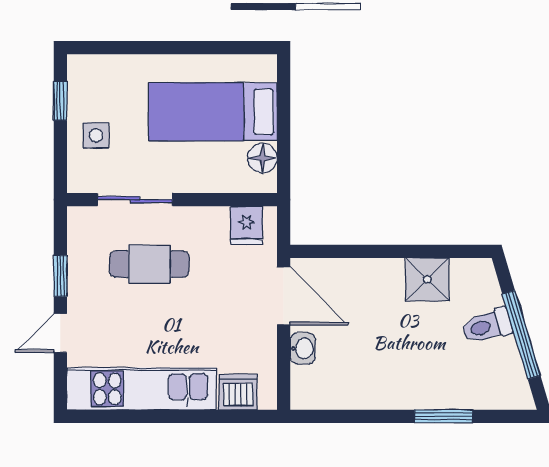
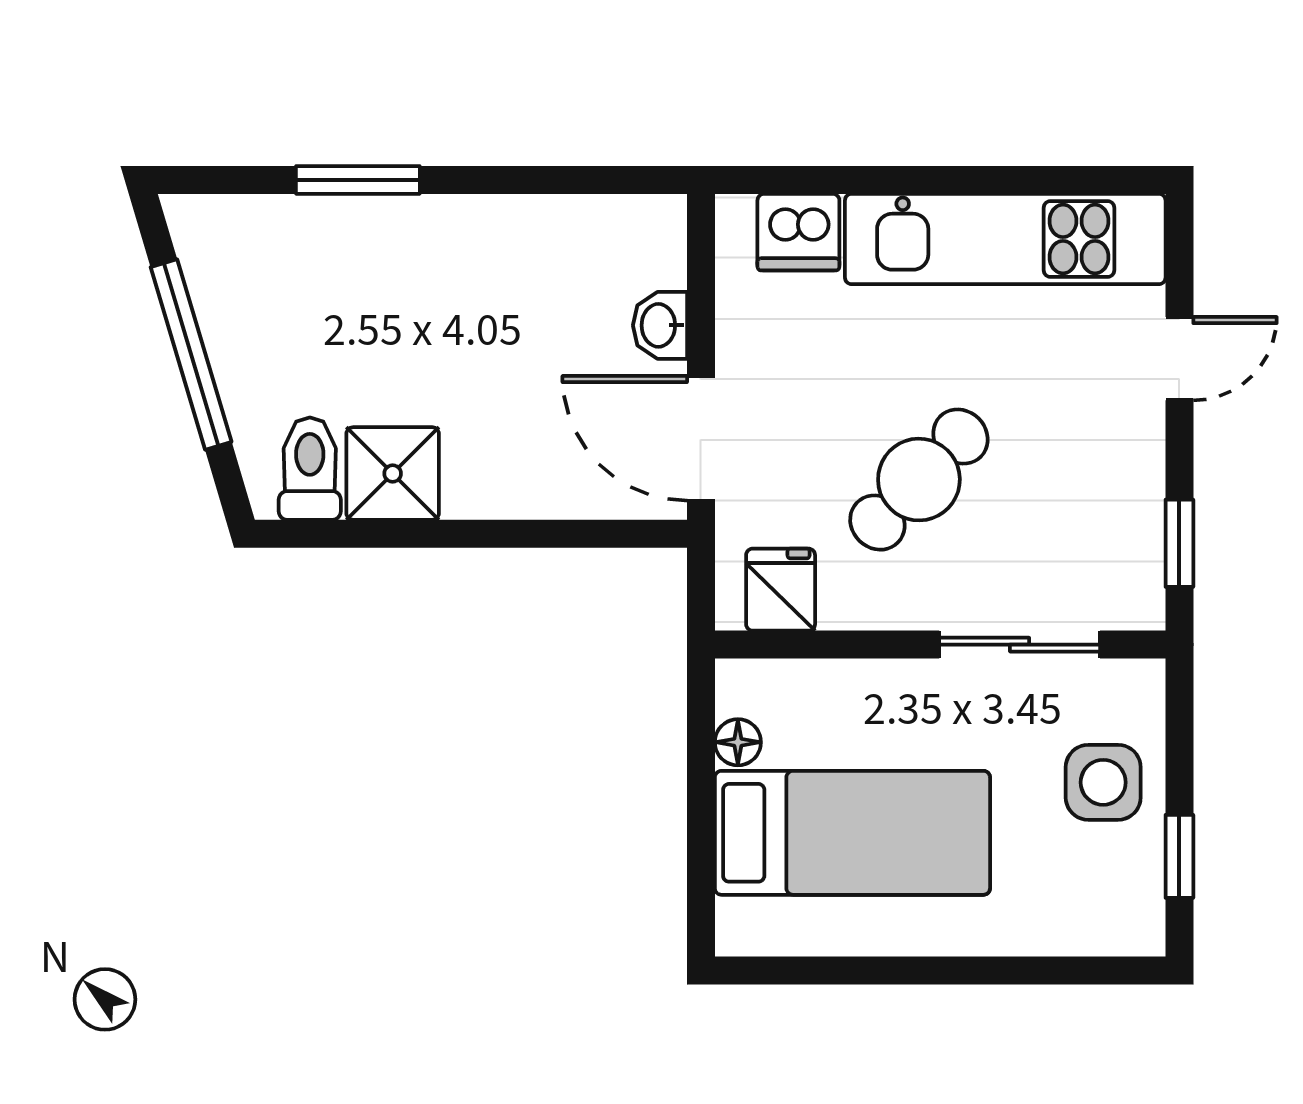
side table: (96, 135) -> (1103, 782), width x1.37, depth x1.37
floor lamp: (262, 158) -> (738, 742), width x0.73, depth x0.73
cafe table: (149, 264) -> (919, 480), moved, turned -46
window: (60, 276) -> (1179, 543), moved
toilet: (487, 326) -> (310, 469), moved, turned -73

